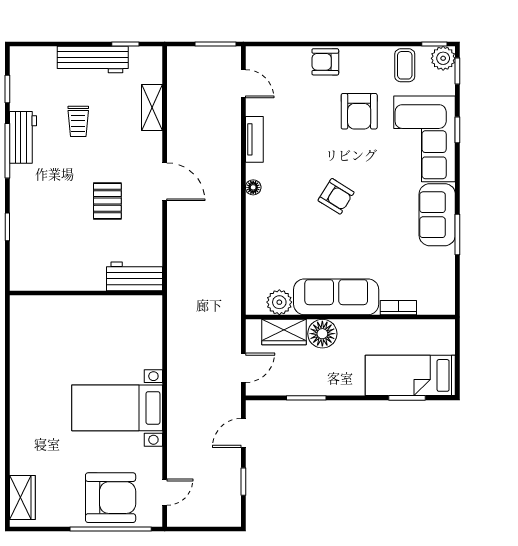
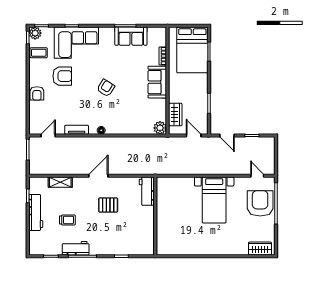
sofa: (437, 215) -> (131, 36), moved
sofa: (336, 297) -> (157, 82), width x0.73
plant: (279, 302) -> (160, 128), moved
floor lamp: (322, 334) -> (176, 95), removed
bed: (410, 375) -> (192, 50), width x1.50

